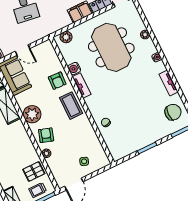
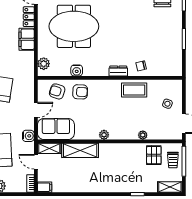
tv unit: (82, 85) -> (96, 71), removed
dresser: (91, 105) -> (118, 71), added
coffee table: (71, 106) -> (134, 90), moved
plant: (32, 114) -> (104, 135), width x0.53, depth x0.53
armchair: (46, 135) -> (57, 91), moved

